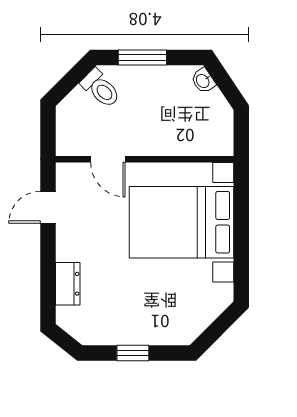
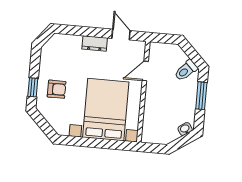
dresser: (68, 284) -> (95, 43), moved
armchair: (154, 311) -> (57, 89), added
window: (133, 353) -> (33, 87), moved

